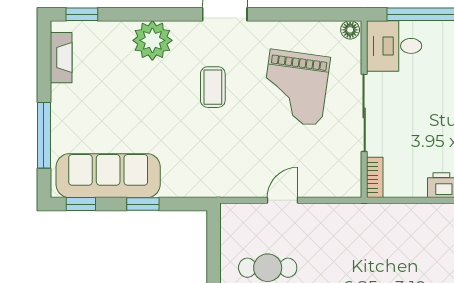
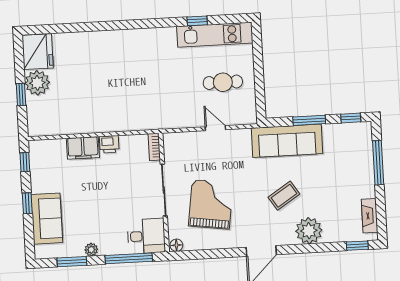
coffee table: (213, 87) -> (284, 196), moved, turned 57
sofa: (108, 176) -> (287, 141), moved
door: (283, 200) -> (215, 128), swing flipped
window: (143, 204) -> (309, 120), width x1.50

